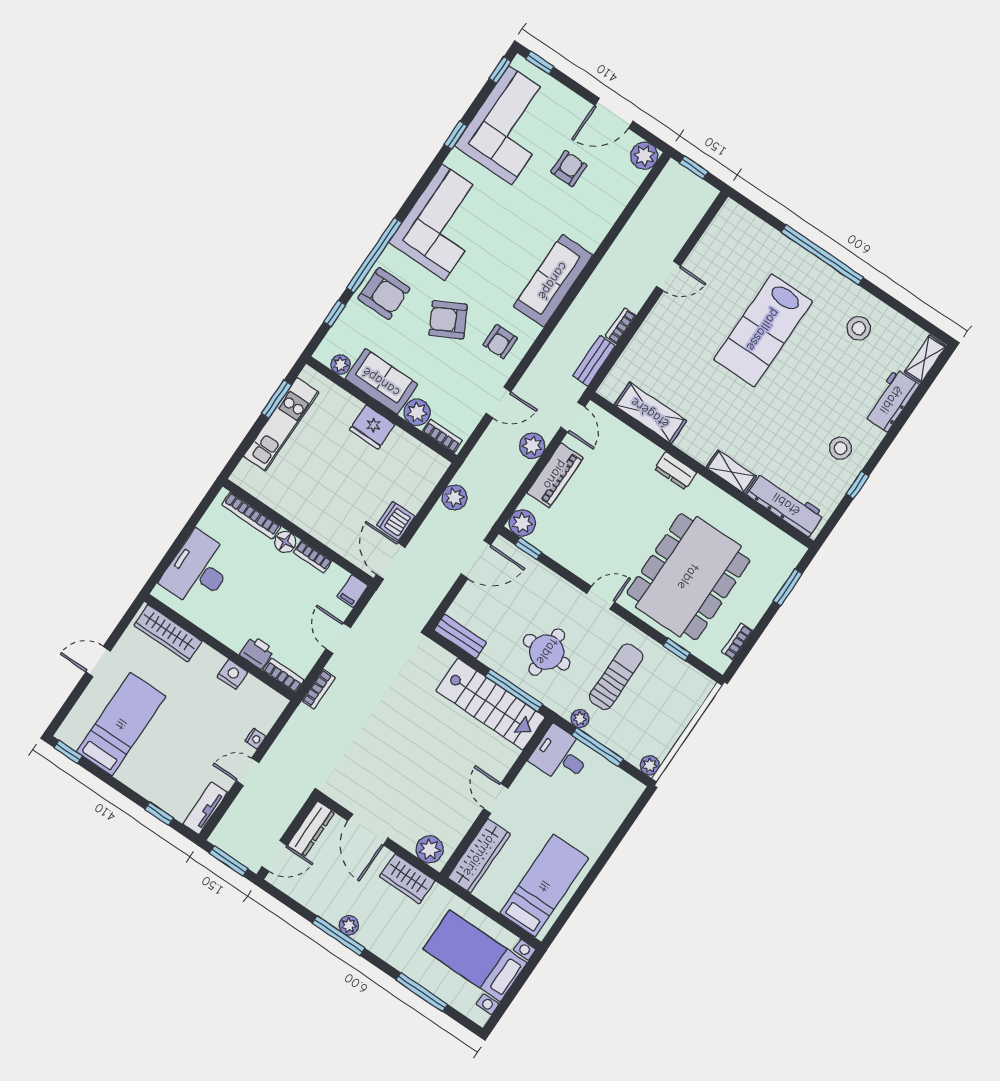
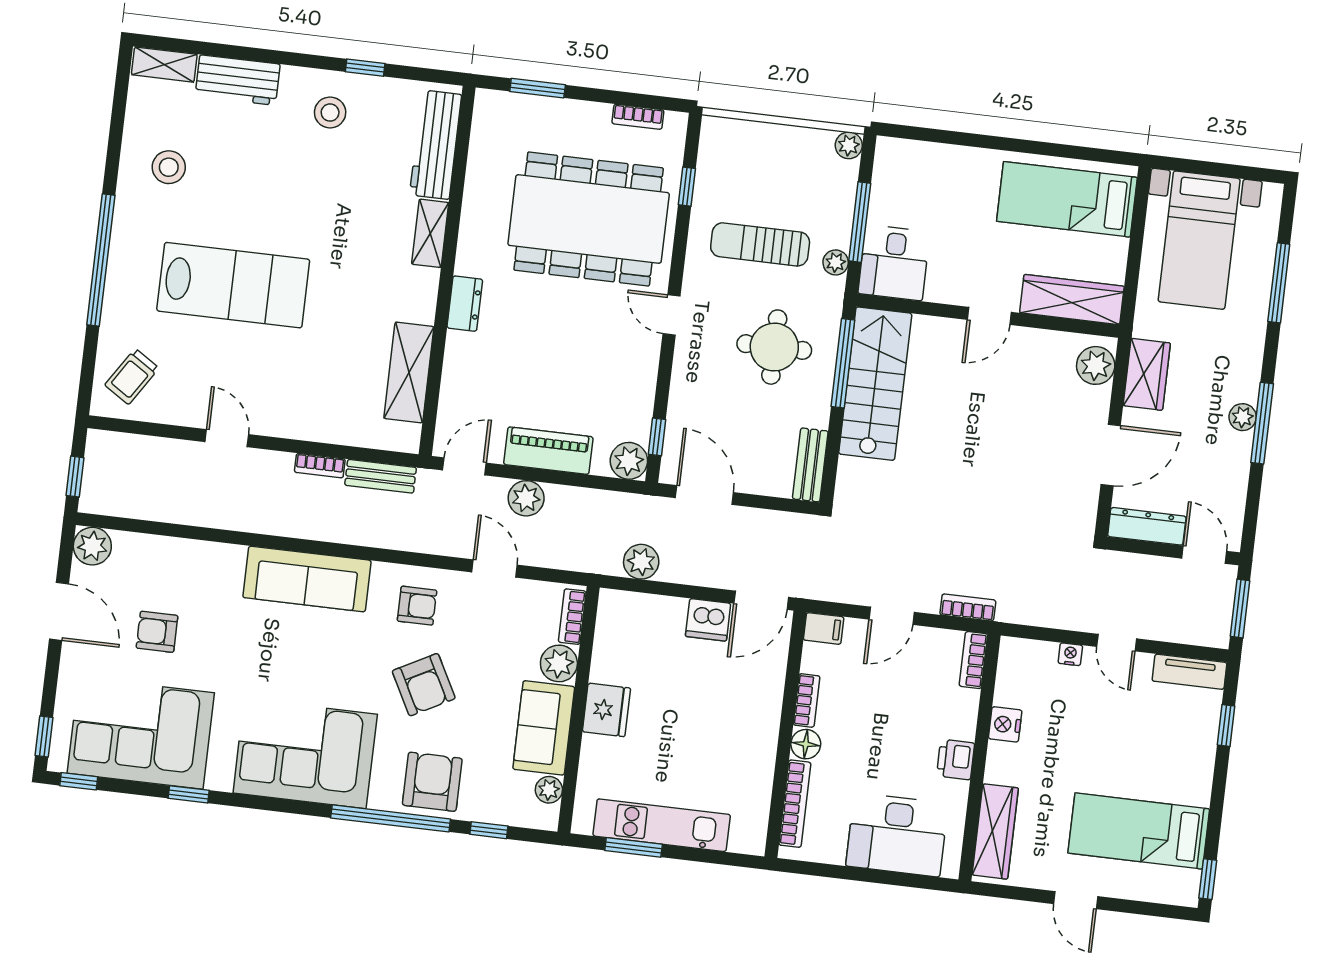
trolley: (739, 236) -> (132, 377), added
printer: (257, 652) -> (956, 759), moved

